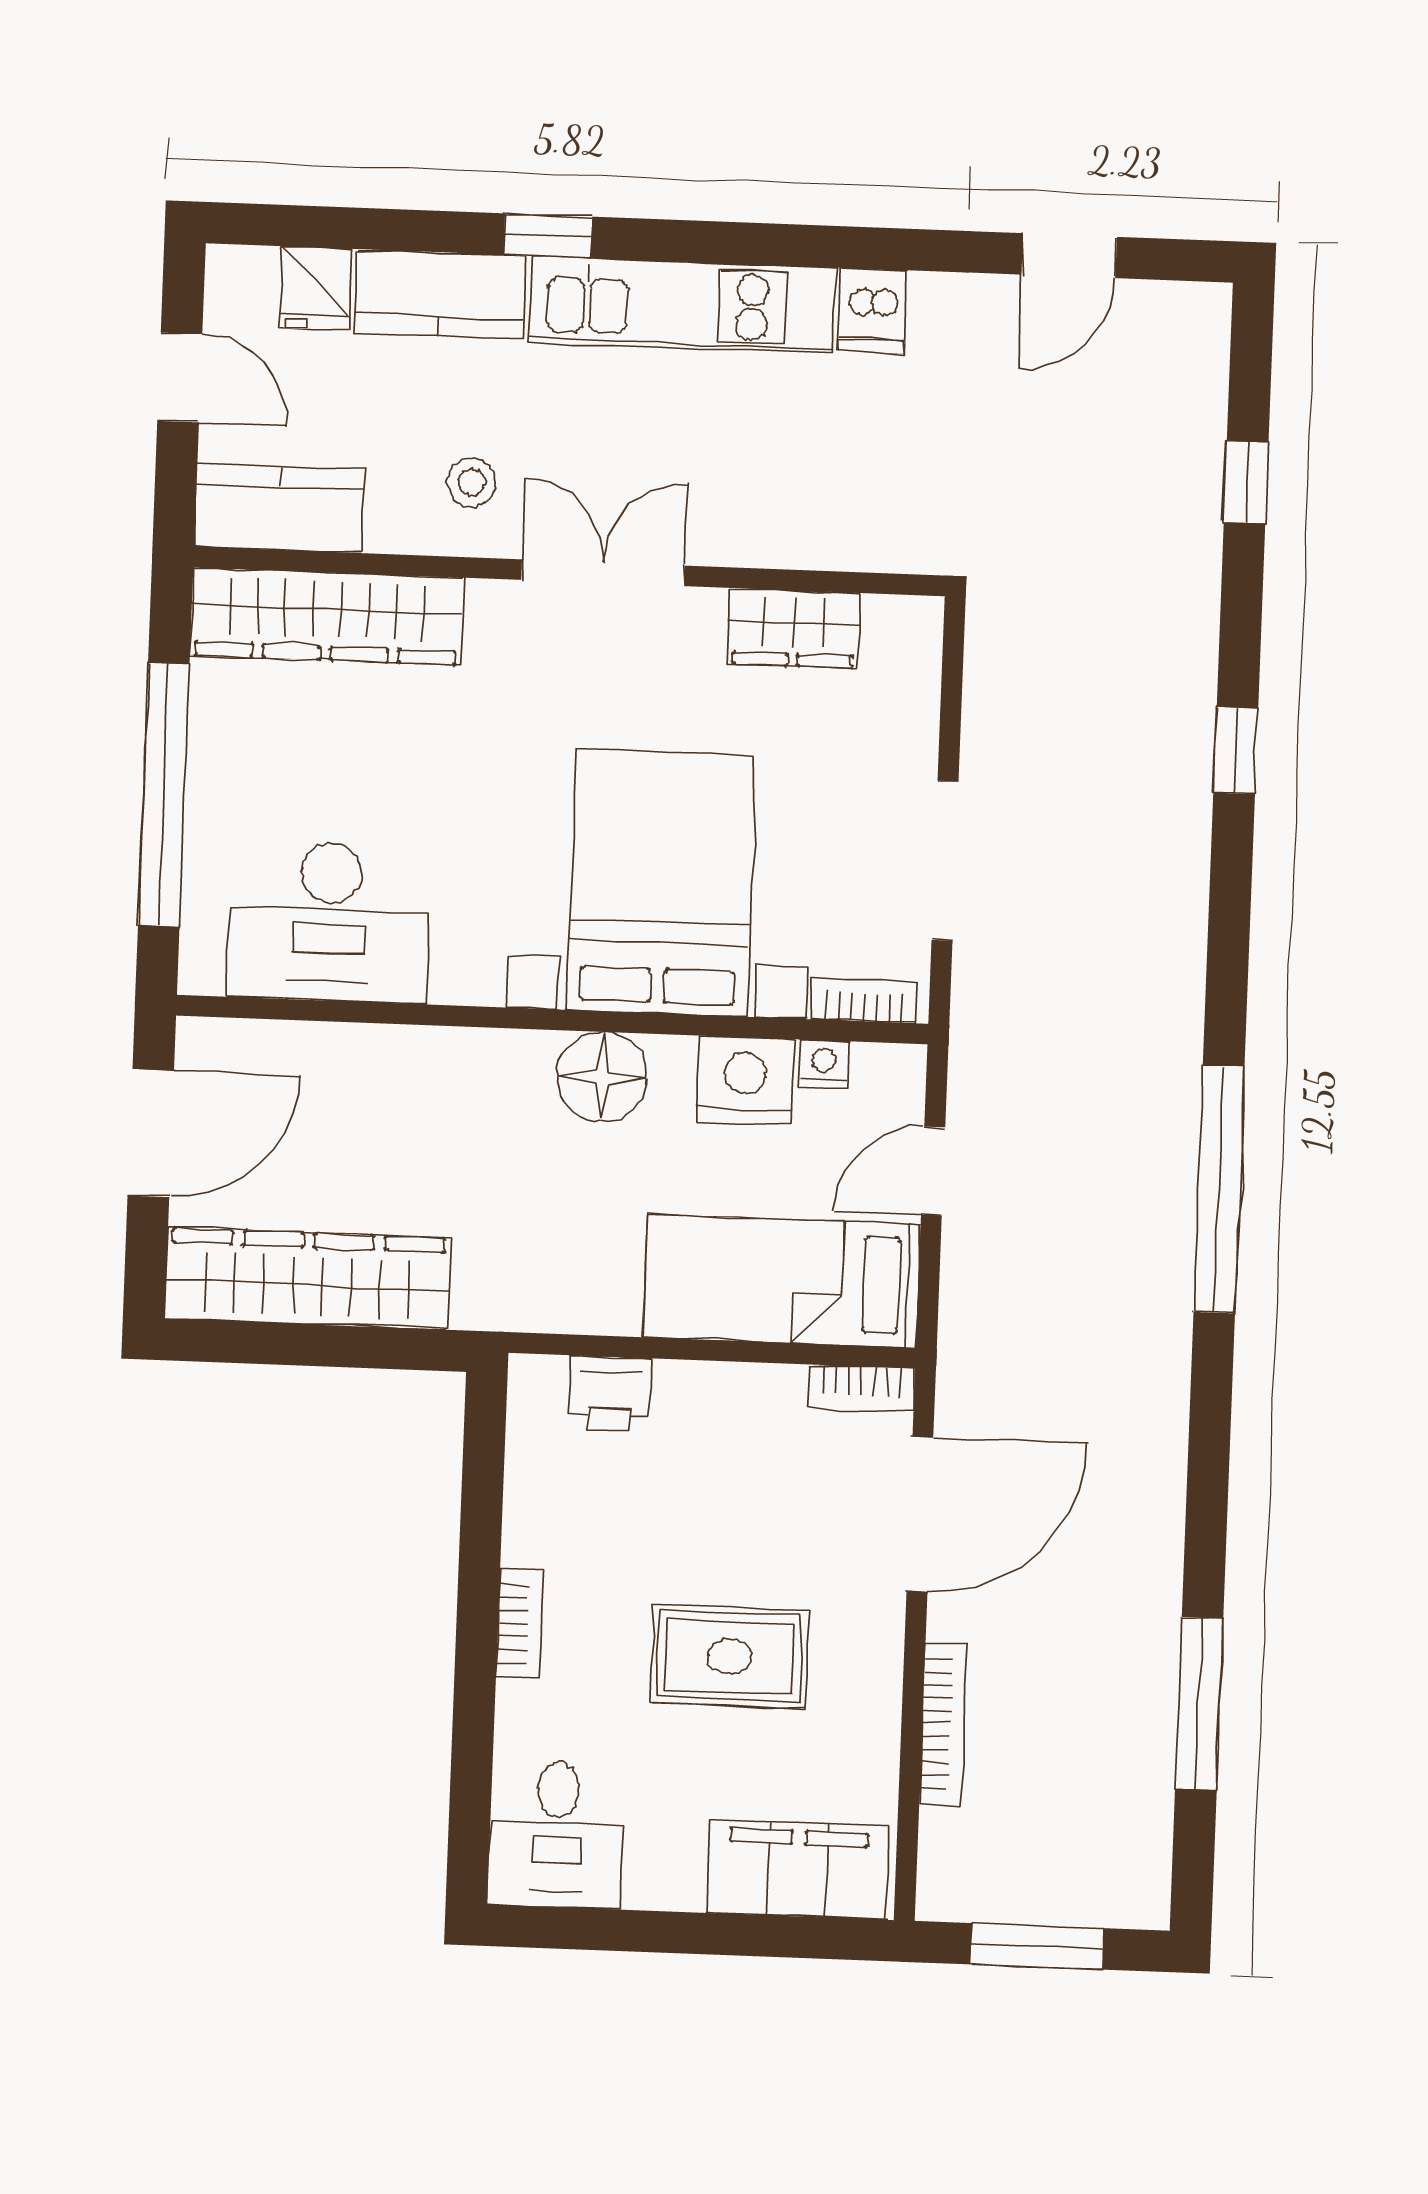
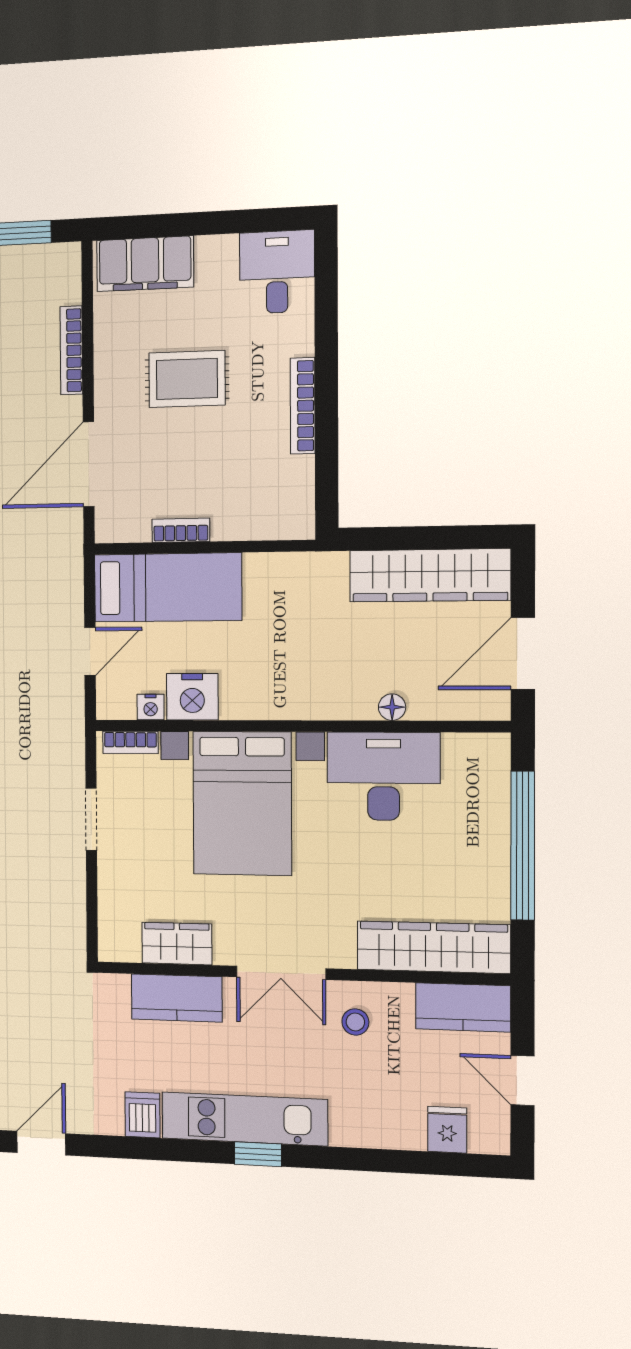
window: (548, 236) -> (258, 1154), moved
kitchen counter: (439, 294) -> (177, 998), moved, turned 180
doorway: (945, 861) -> (91, 819), width x0.73
desk: (330, 922) -> (383, 776), moved
floor lamp: (602, 1077) -> (392, 707), moved, width x0.53, depth x0.53
bookcase: (861, 1388) -> (181, 530), moved
printer: (610, 1393) -> (258, 520), removed
bookcase: (520, 1624) -> (303, 406), width x1.56

